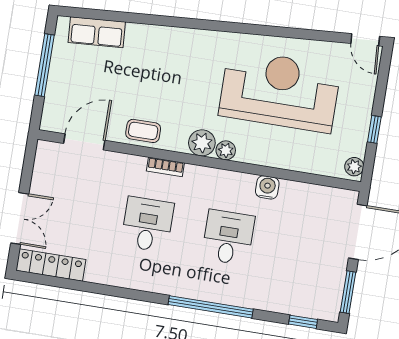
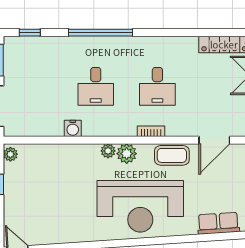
reception desk: (280, 91) -> (140, 206), moved
coffee table: (143, 131) -> (172, 155), width x1.36, depth x1.30

